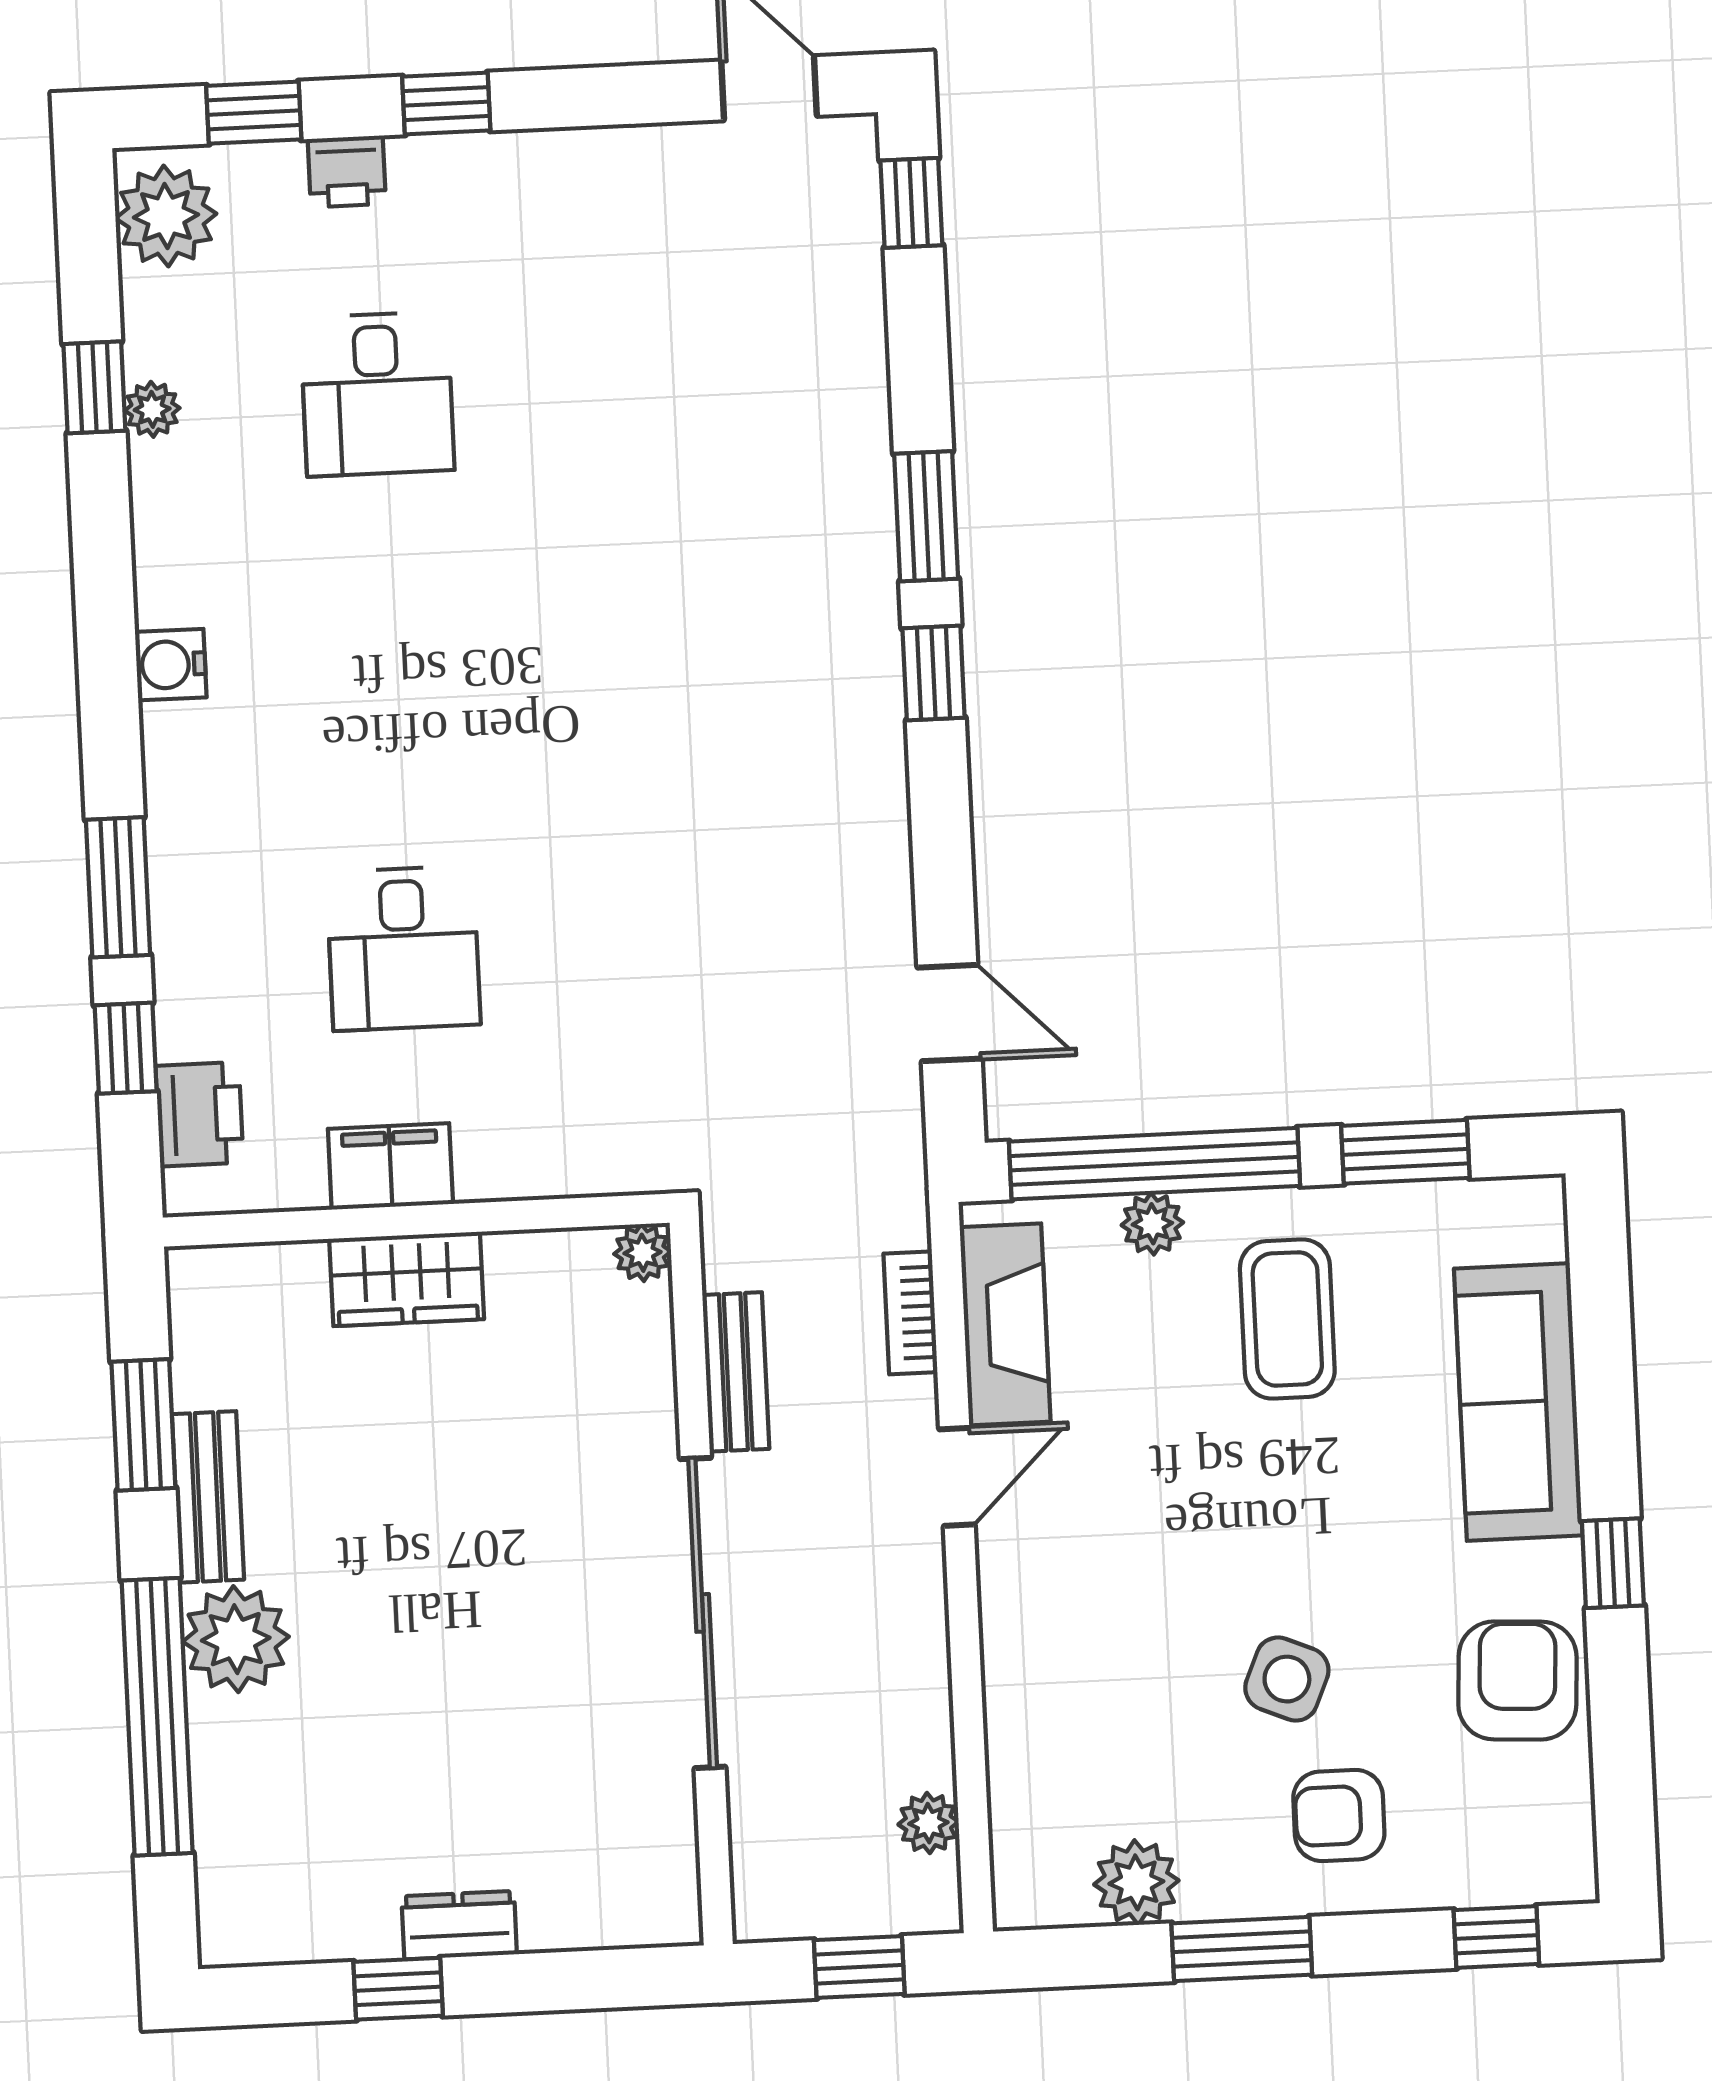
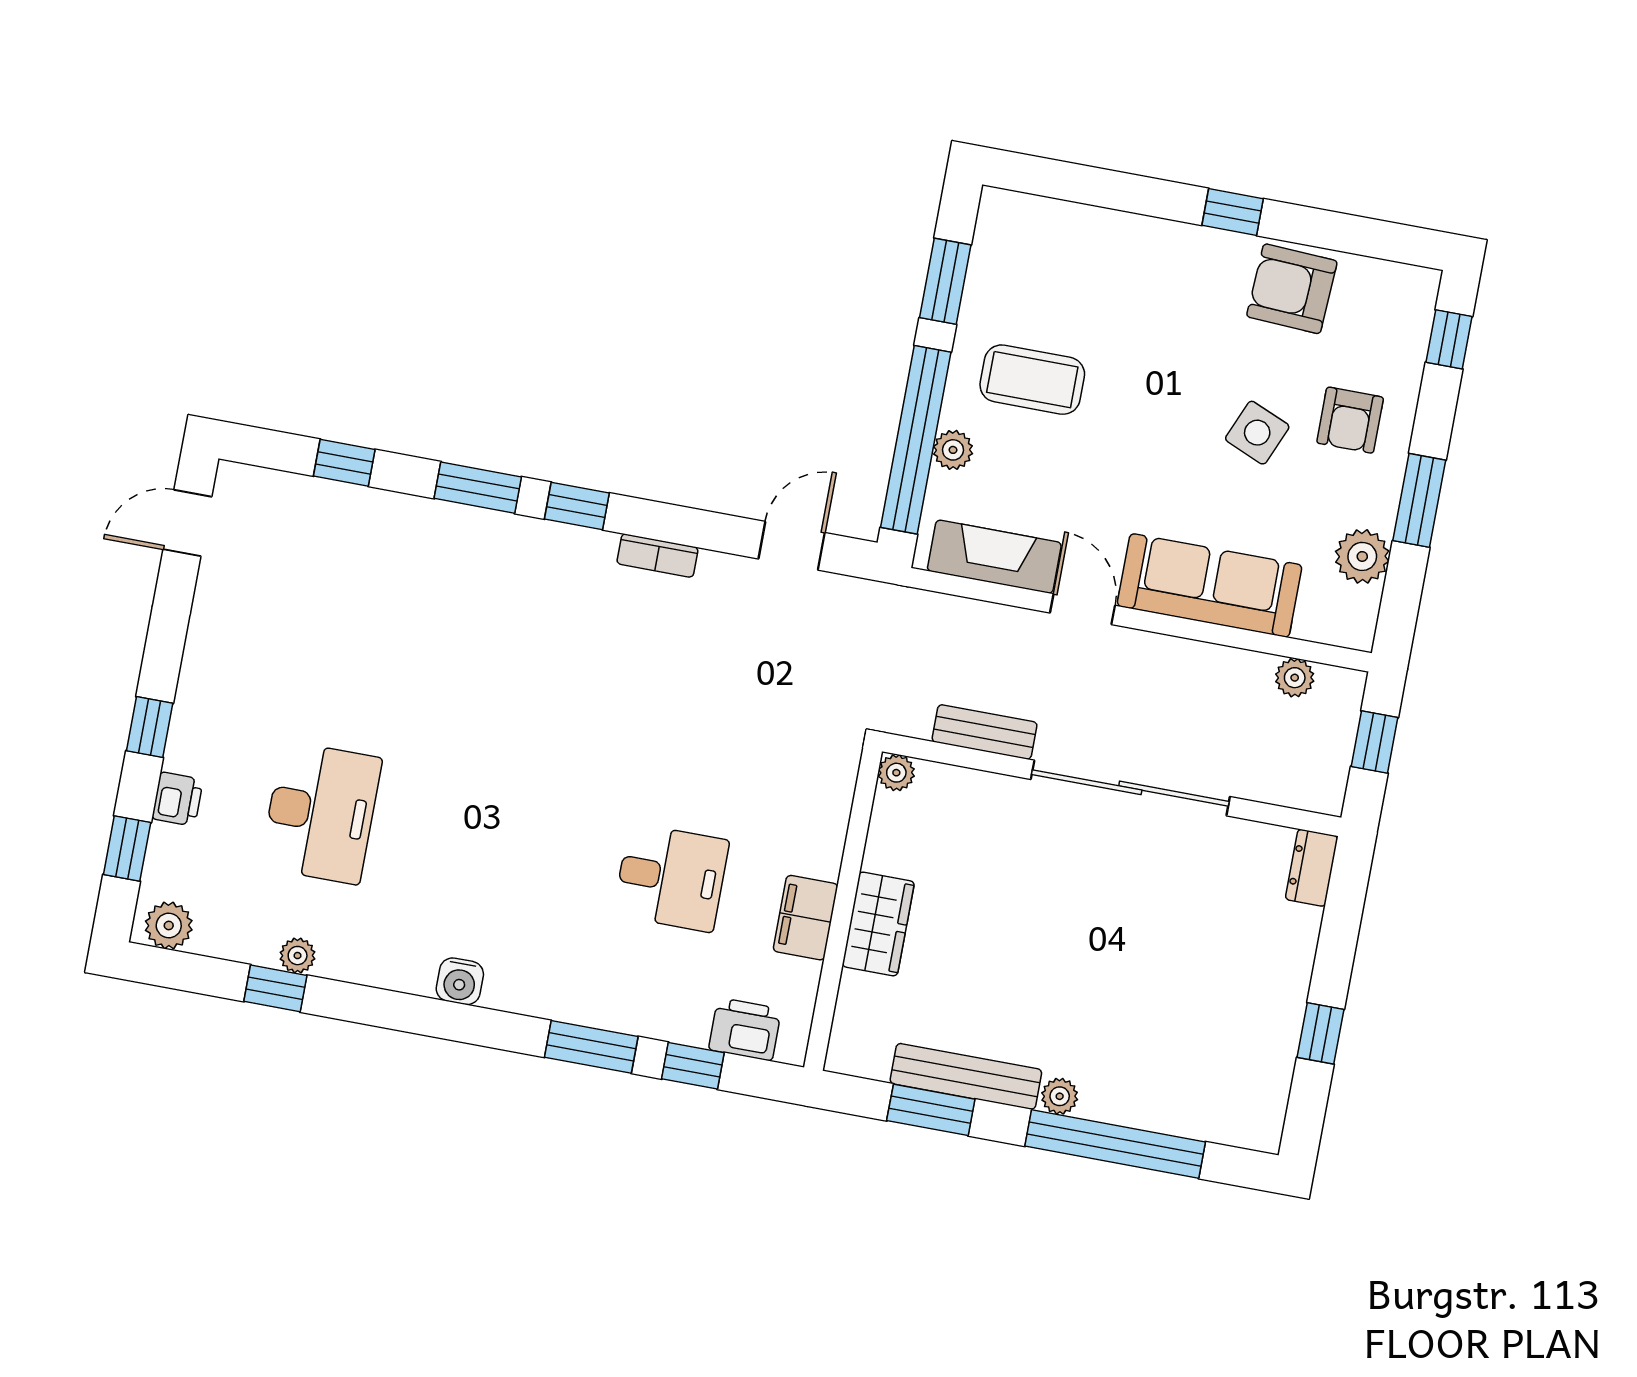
window: (911, 203) -> (344, 463), moved
plant: (166, 216) -> (169, 925), width x0.73, depth x0.73
desk: (377, 394) -> (321, 813), width x1.37
bookcase: (910, 1313) -> (657, 556), moved
sofa: (1518, 1402) -> (1210, 585), moved, turned 180
bench: (208, 1497) -> (966, 1076), width x1.36
plant: (236, 1639) -> (1060, 1096), width x0.53, depth x0.53
dresser: (459, 1925) -> (1312, 868), moved

